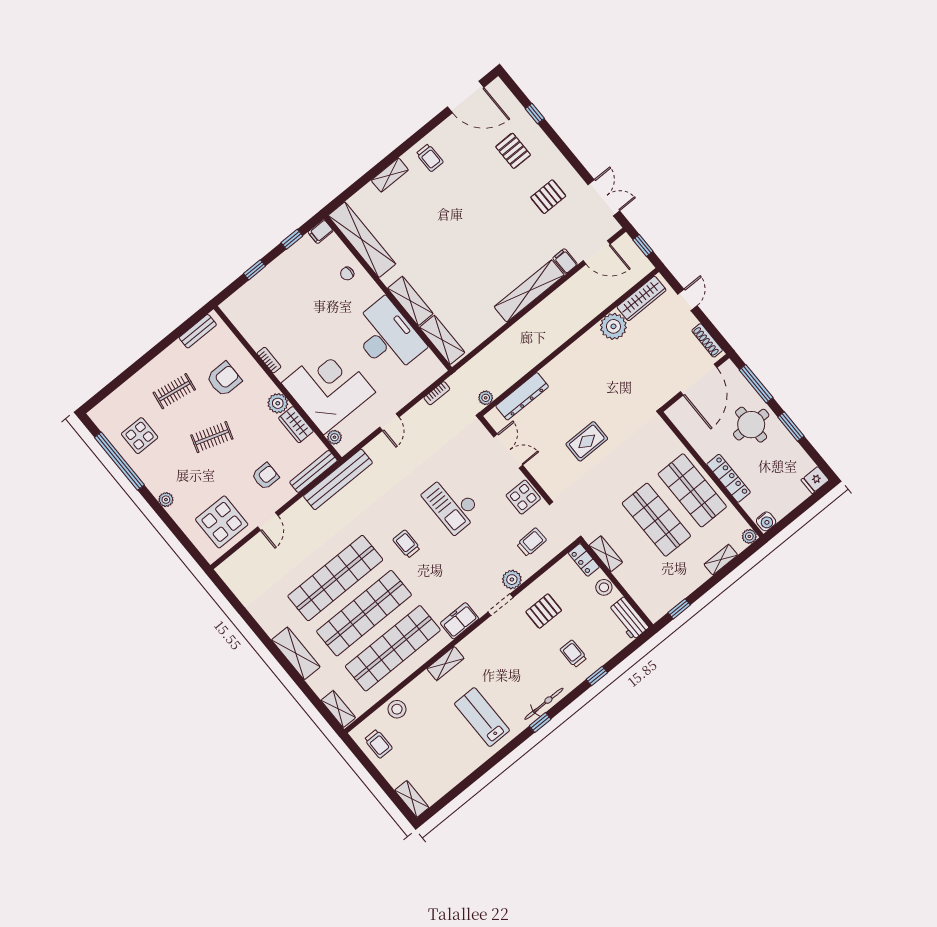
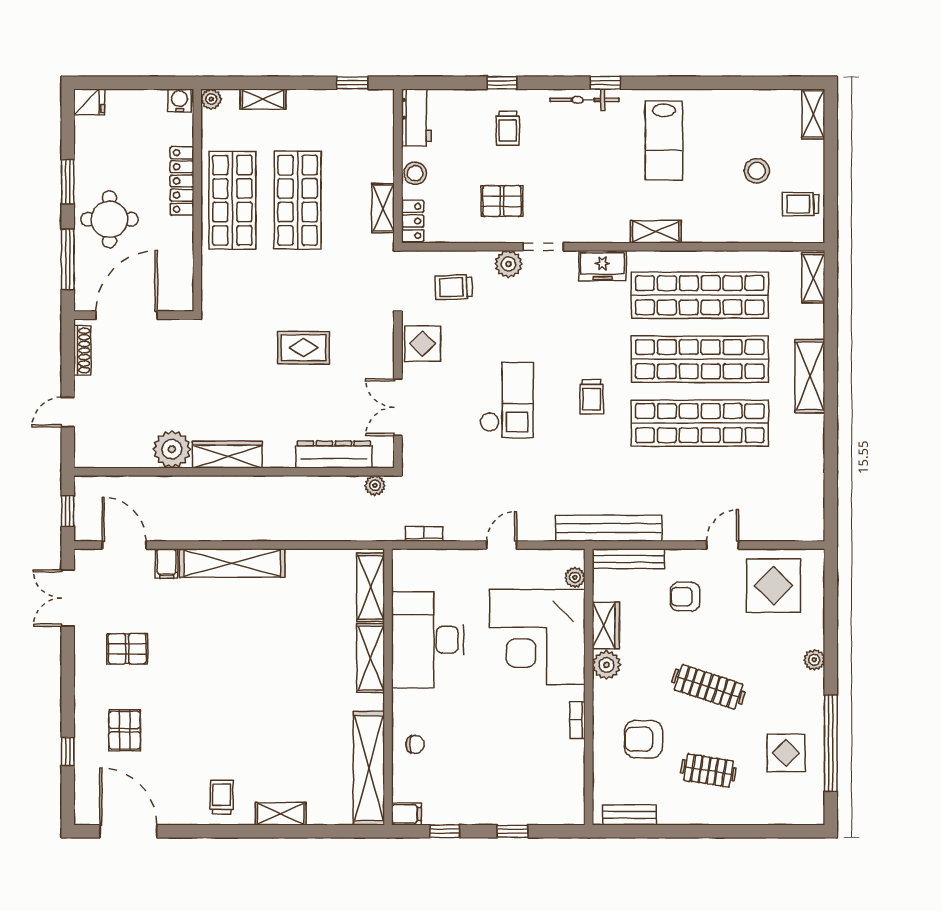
wardrobe: (641, 299) -> (227, 455), moved
clothes rail: (212, 437) -> (708, 687), width x1.36
stool: (397, 709) -> (757, 171), moved
trolley: (378, 744) -> (801, 204), turned -90

